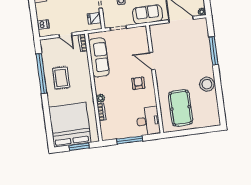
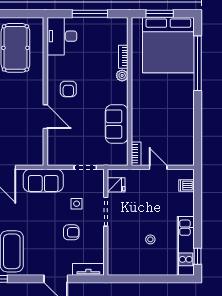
sofa: (99, 57) -> (117, 124), width x0.73
window: (41, 73) -> (198, 63), moved
rug: (61, 78) -> (172, 110), removed

